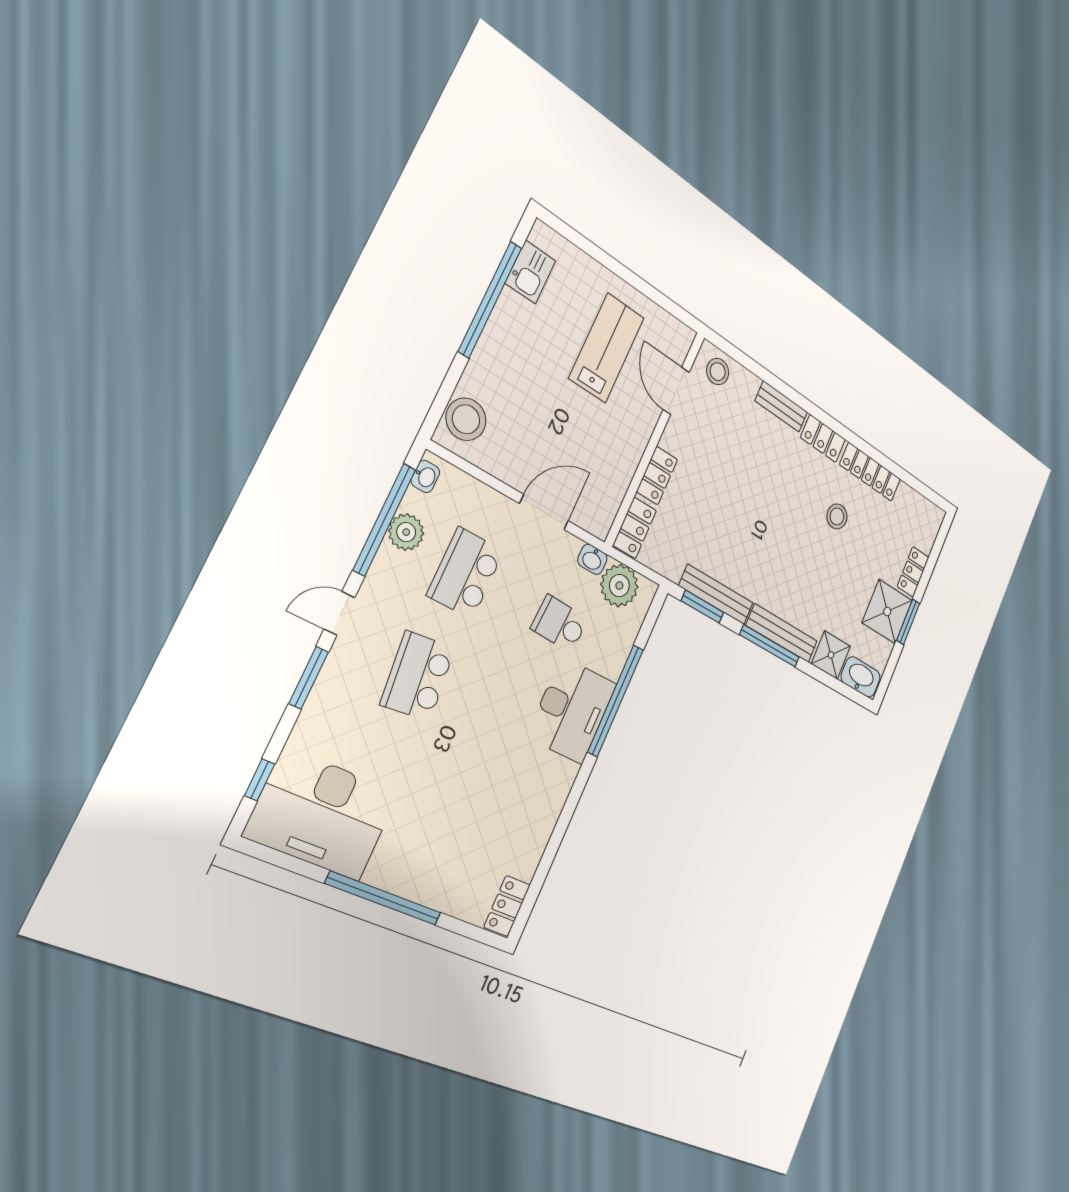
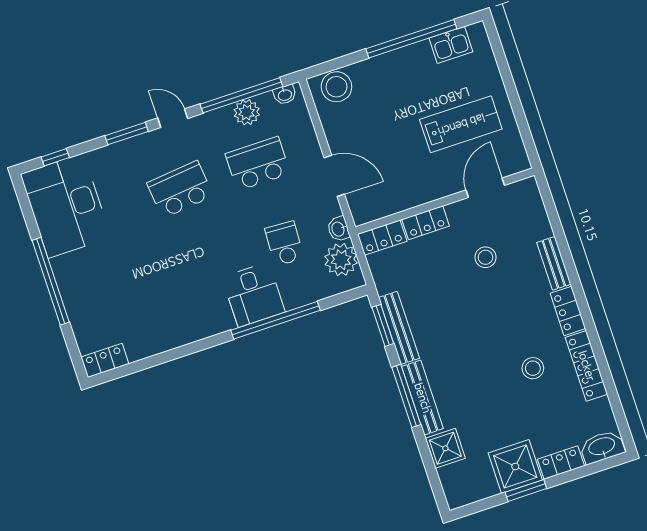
stool: (718, 372) -> (485, 257), moved
washbasin: (861, 677) -> (602, 447), moved, turned -90
desk: (572, 710) -> (254, 295), width x0.73

